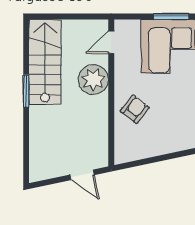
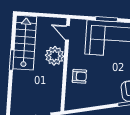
door: (111, 42) -> (67, 33), hinge flipped
armchair: (135, 109) -> (79, 76), turned 52

